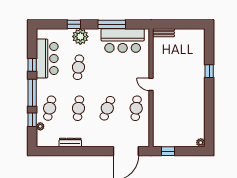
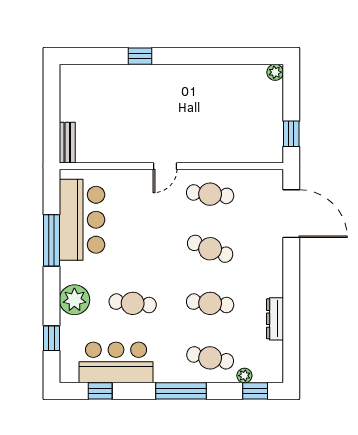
window: (74, 24) -> (52, 338), moved
window: (32, 65) -> (100, 391), moved
window: (32, 120) -> (255, 391), moved

